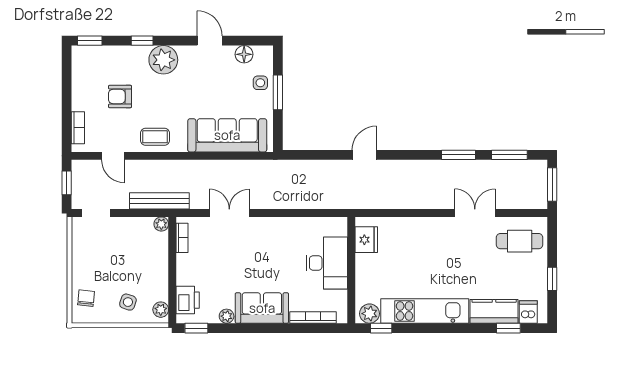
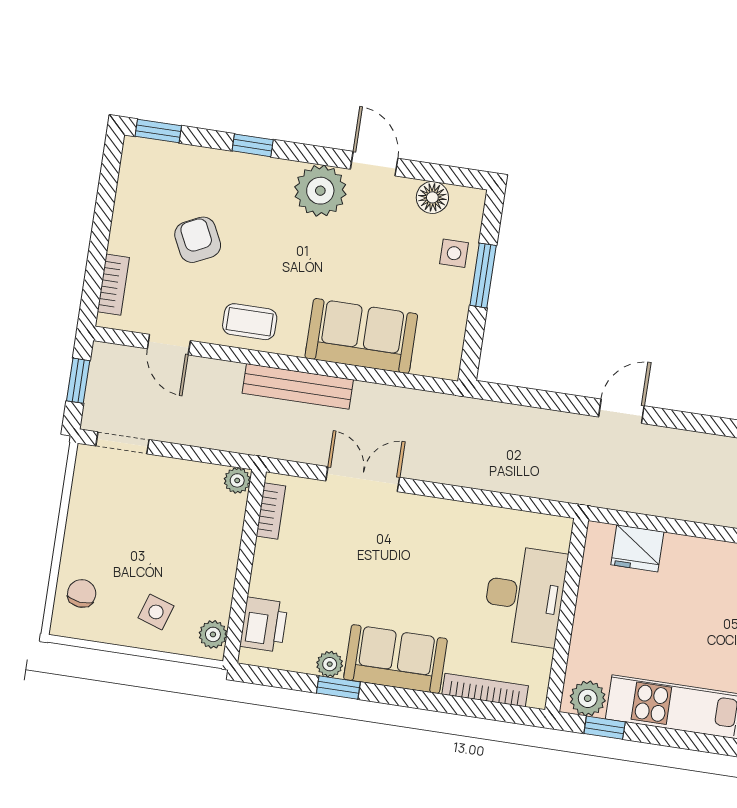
plant: (163, 60) -> (320, 191), moved
armchair: (120, 96) -> (198, 240), turned 64
sofa: (227, 135) -> (361, 336), width x0.73
bench: (159, 201) -> (298, 386), moved
fridge: (366, 240) -> (637, 548), moved, turned 90
window: (196, 328) -> (338, 687), moved

